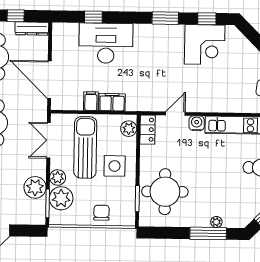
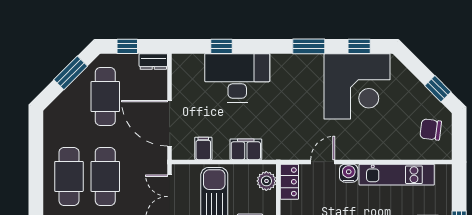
dresser: (32, 29) -> (153, 62), width x0.70
corner desk: (205, 45) -> (357, 86), width x1.36, depth x1.36
filing cabinet: (91, 101) -> (203, 148), moved

